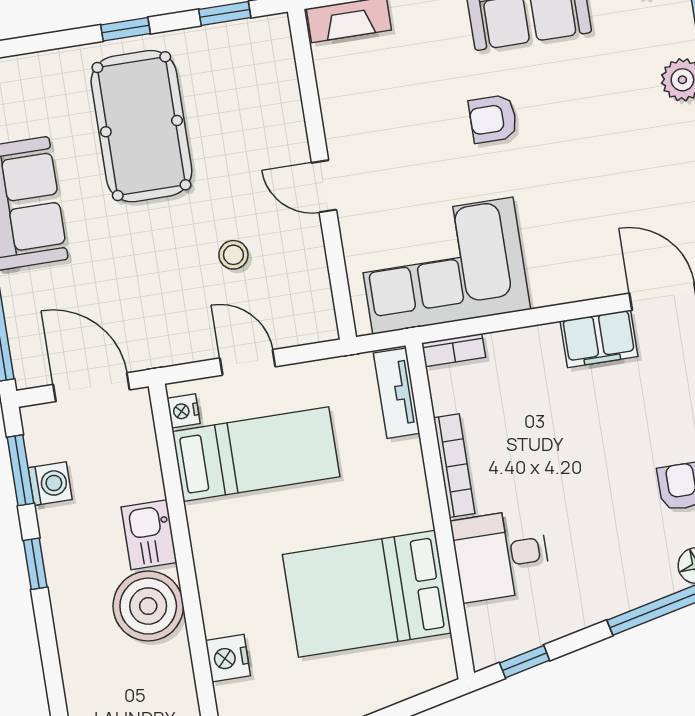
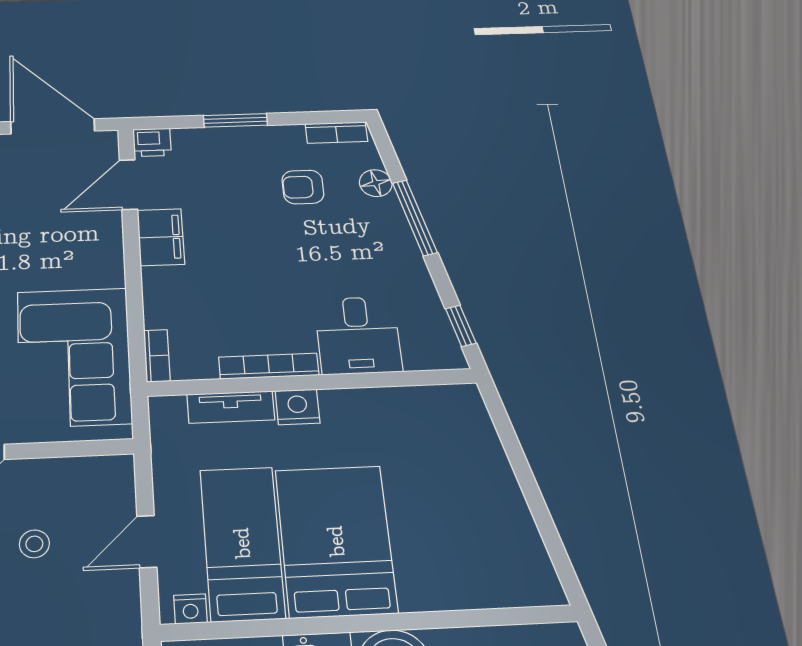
tv unit: (397, 393) -> (231, 407), moved
bed: (367, 594) -> (336, 541), moved, turned 180
nightstand: (228, 658) -> (298, 407), moved, turned 180

